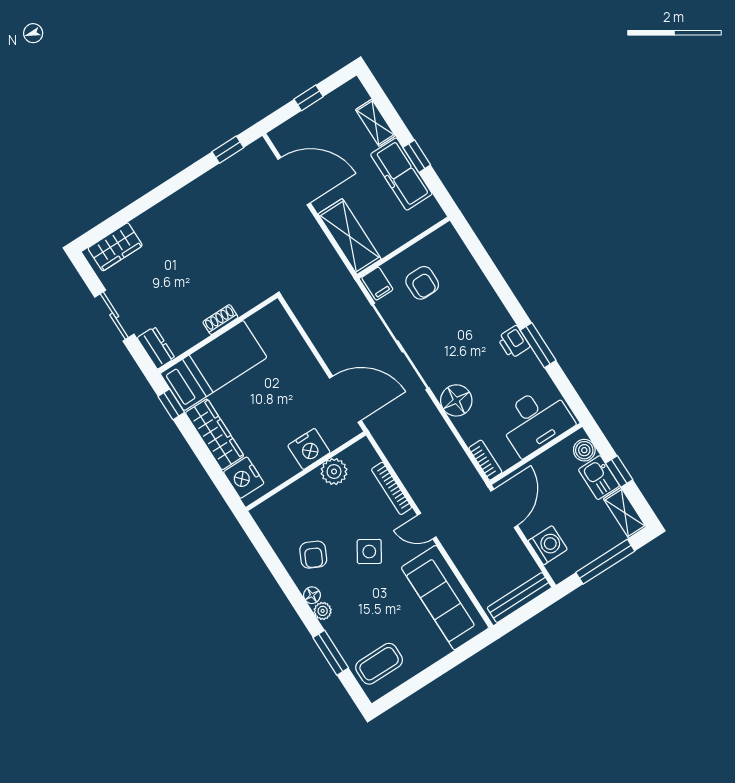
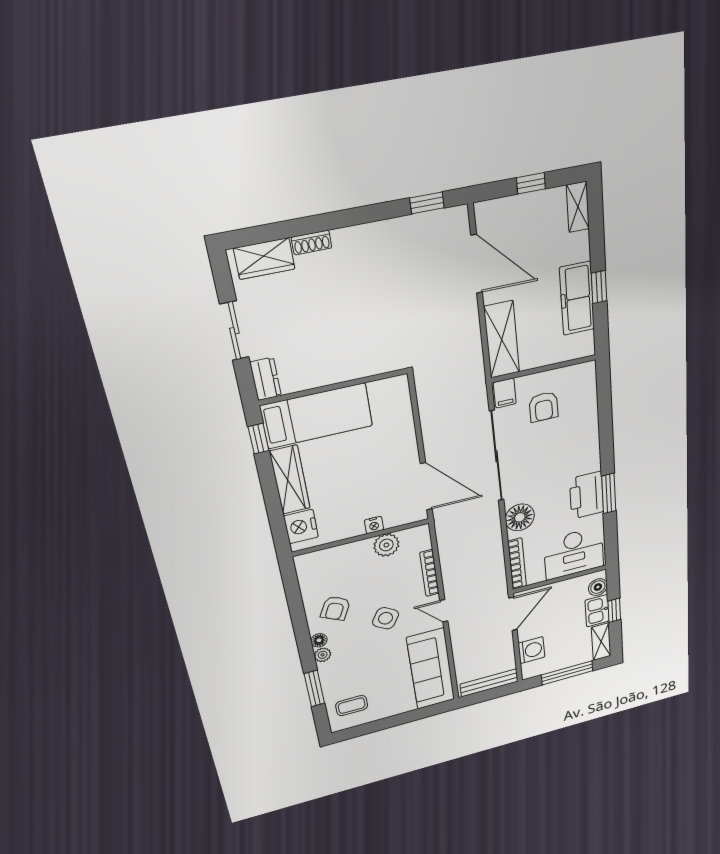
shelving: (375, 123) -> (578, 207), moved
shoe rack: (220, 320) -> (312, 243), moved, turned 180
printer: (514, 342) -> (587, 495), width x1.87, depth x1.48
nightstand: (309, 449) -> (374, 525), width x0.53, depth x0.56
bookcase: (485, 460) -> (517, 564), width x1.56
coffee table: (379, 664) -> (352, 706), width x0.73, depth x0.77

